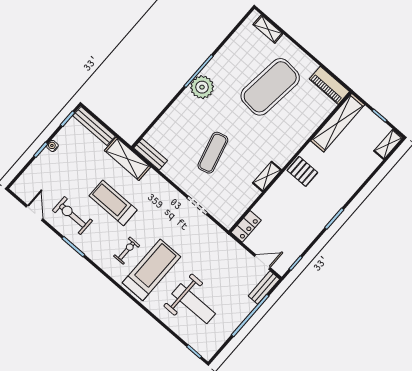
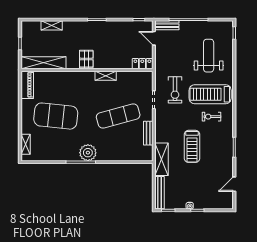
shelving: (388, 144) -> (52, 25), moved
exercise mat: (213, 153) -> (118, 116), width x1.36, depth x1.45
bench: (151, 154) -> (148, 133), moved
exercise bike: (72, 216) -> (175, 90), moved

